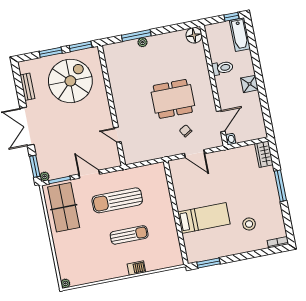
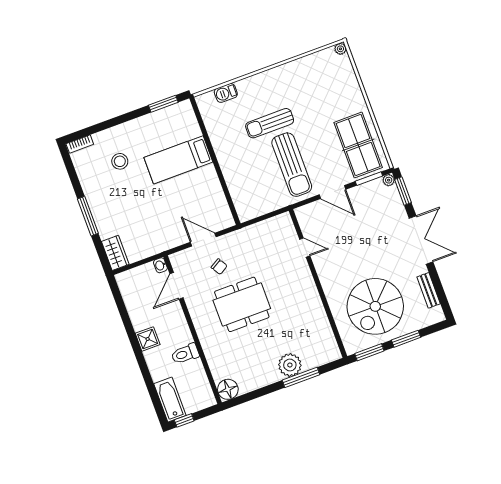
plant: (142, 42) -> (290, 365), width x1.88, depth x1.88
sun lounger: (117, 200) -> (292, 165), turned 90
barbecue: (136, 268) -> (226, 93), moved

